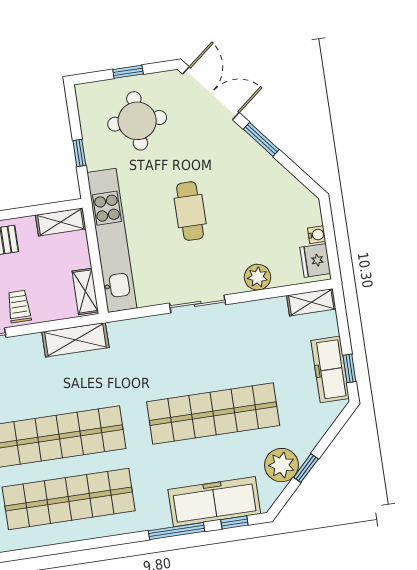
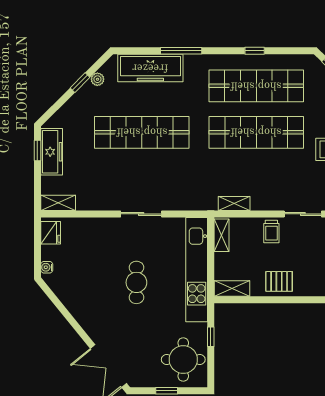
round table: (137, 121) -> (183, 360), moved
window: (261, 139) -> (77, 327), removed
water cooler: (317, 235) -> (47, 267), moved
plant: (258, 277) -> (94, 227), removed
shelving: (75, 340) -> (234, 204), width x0.67, depth x0.75
plant: (282, 465) -> (97, 79), width x0.53, depth x0.53
window: (234, 522) -> (255, 51), moved

